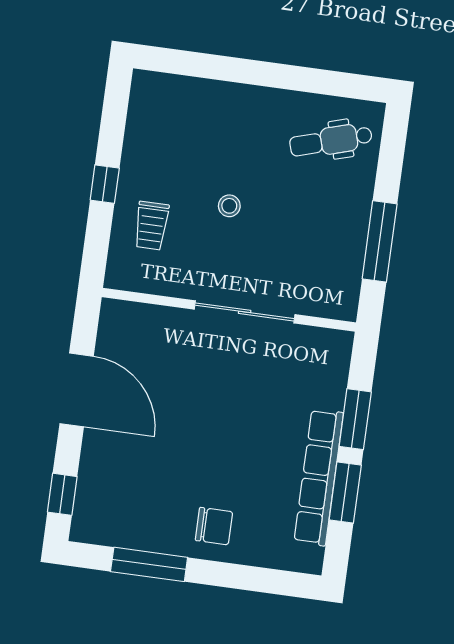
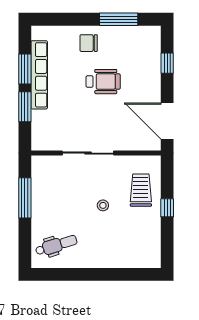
trolley: (151, 226) -> (141, 190), width x1.36, depth x1.39
door: (77, 390) -> (167, 121), moved
wheelchair: (196, 447) -> (103, 82), added
window: (62, 494) -> (167, 63), moved

